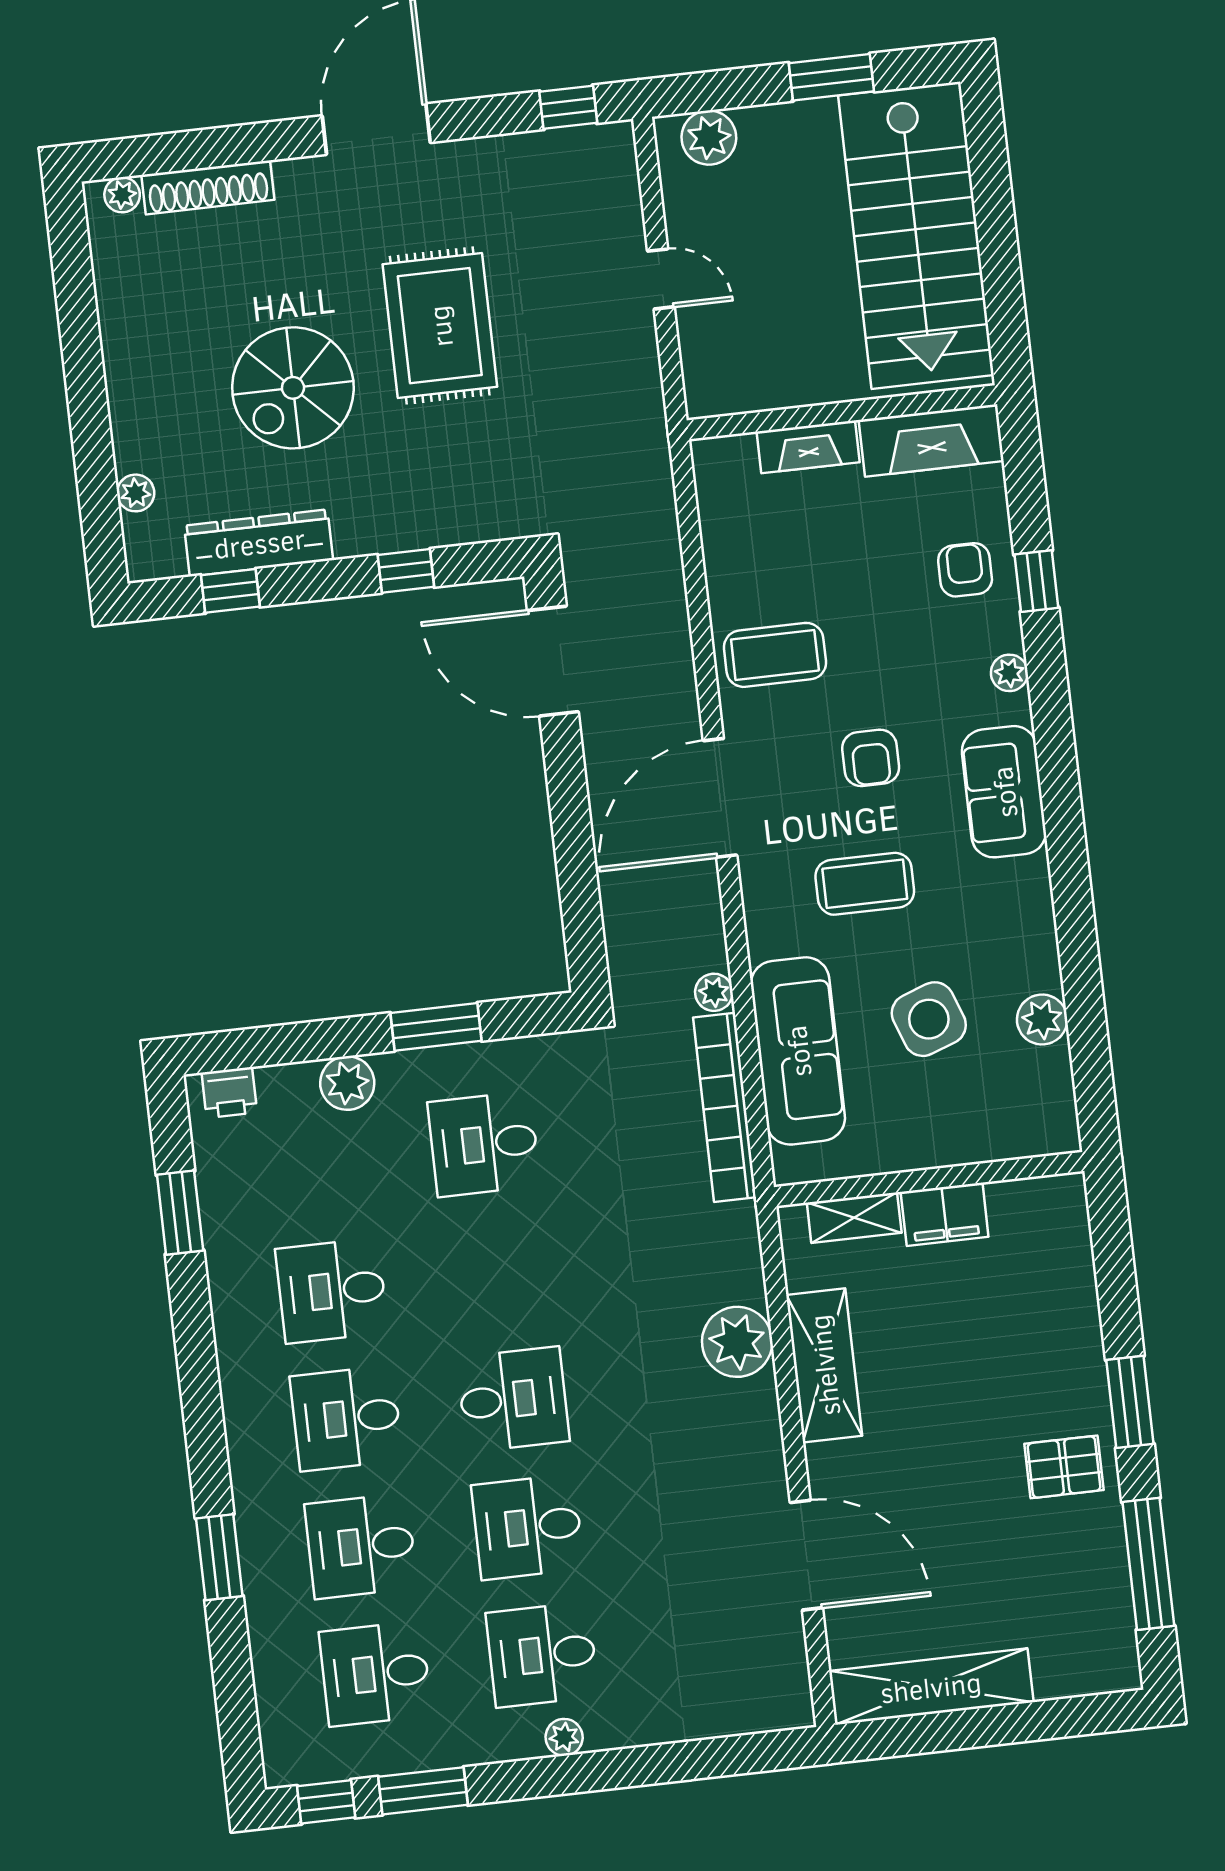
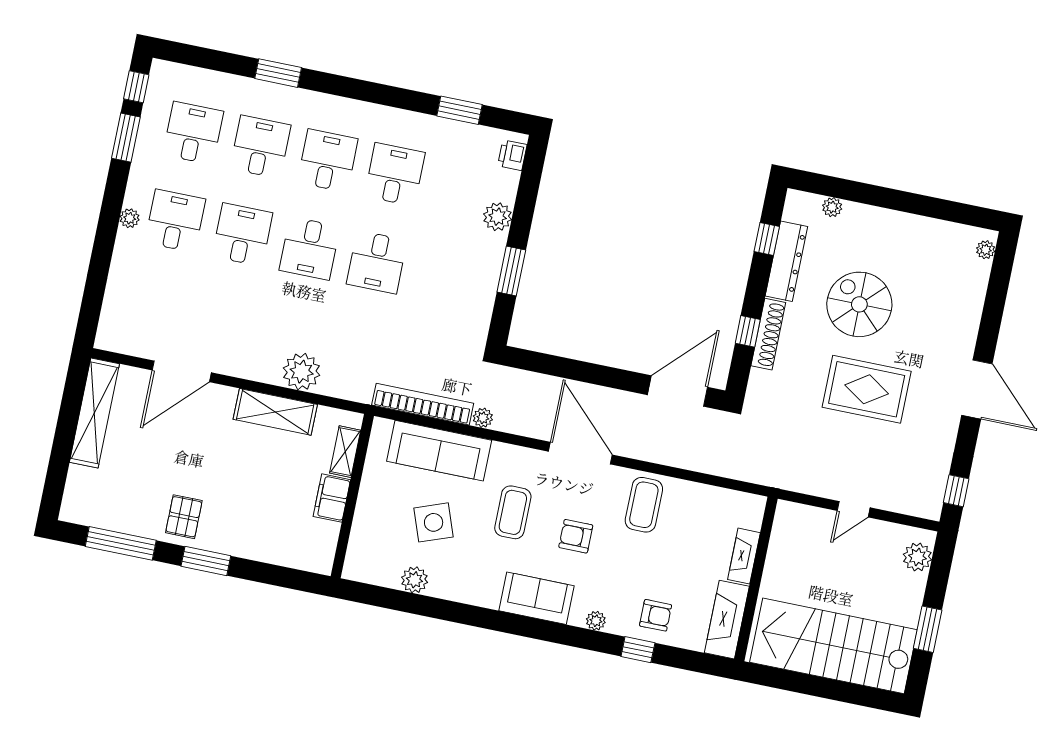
shoe rack: (208, 187) -> (768, 334), moved, turned 180
desk: (484, 1144) -> (377, 262), moved, turned 180

